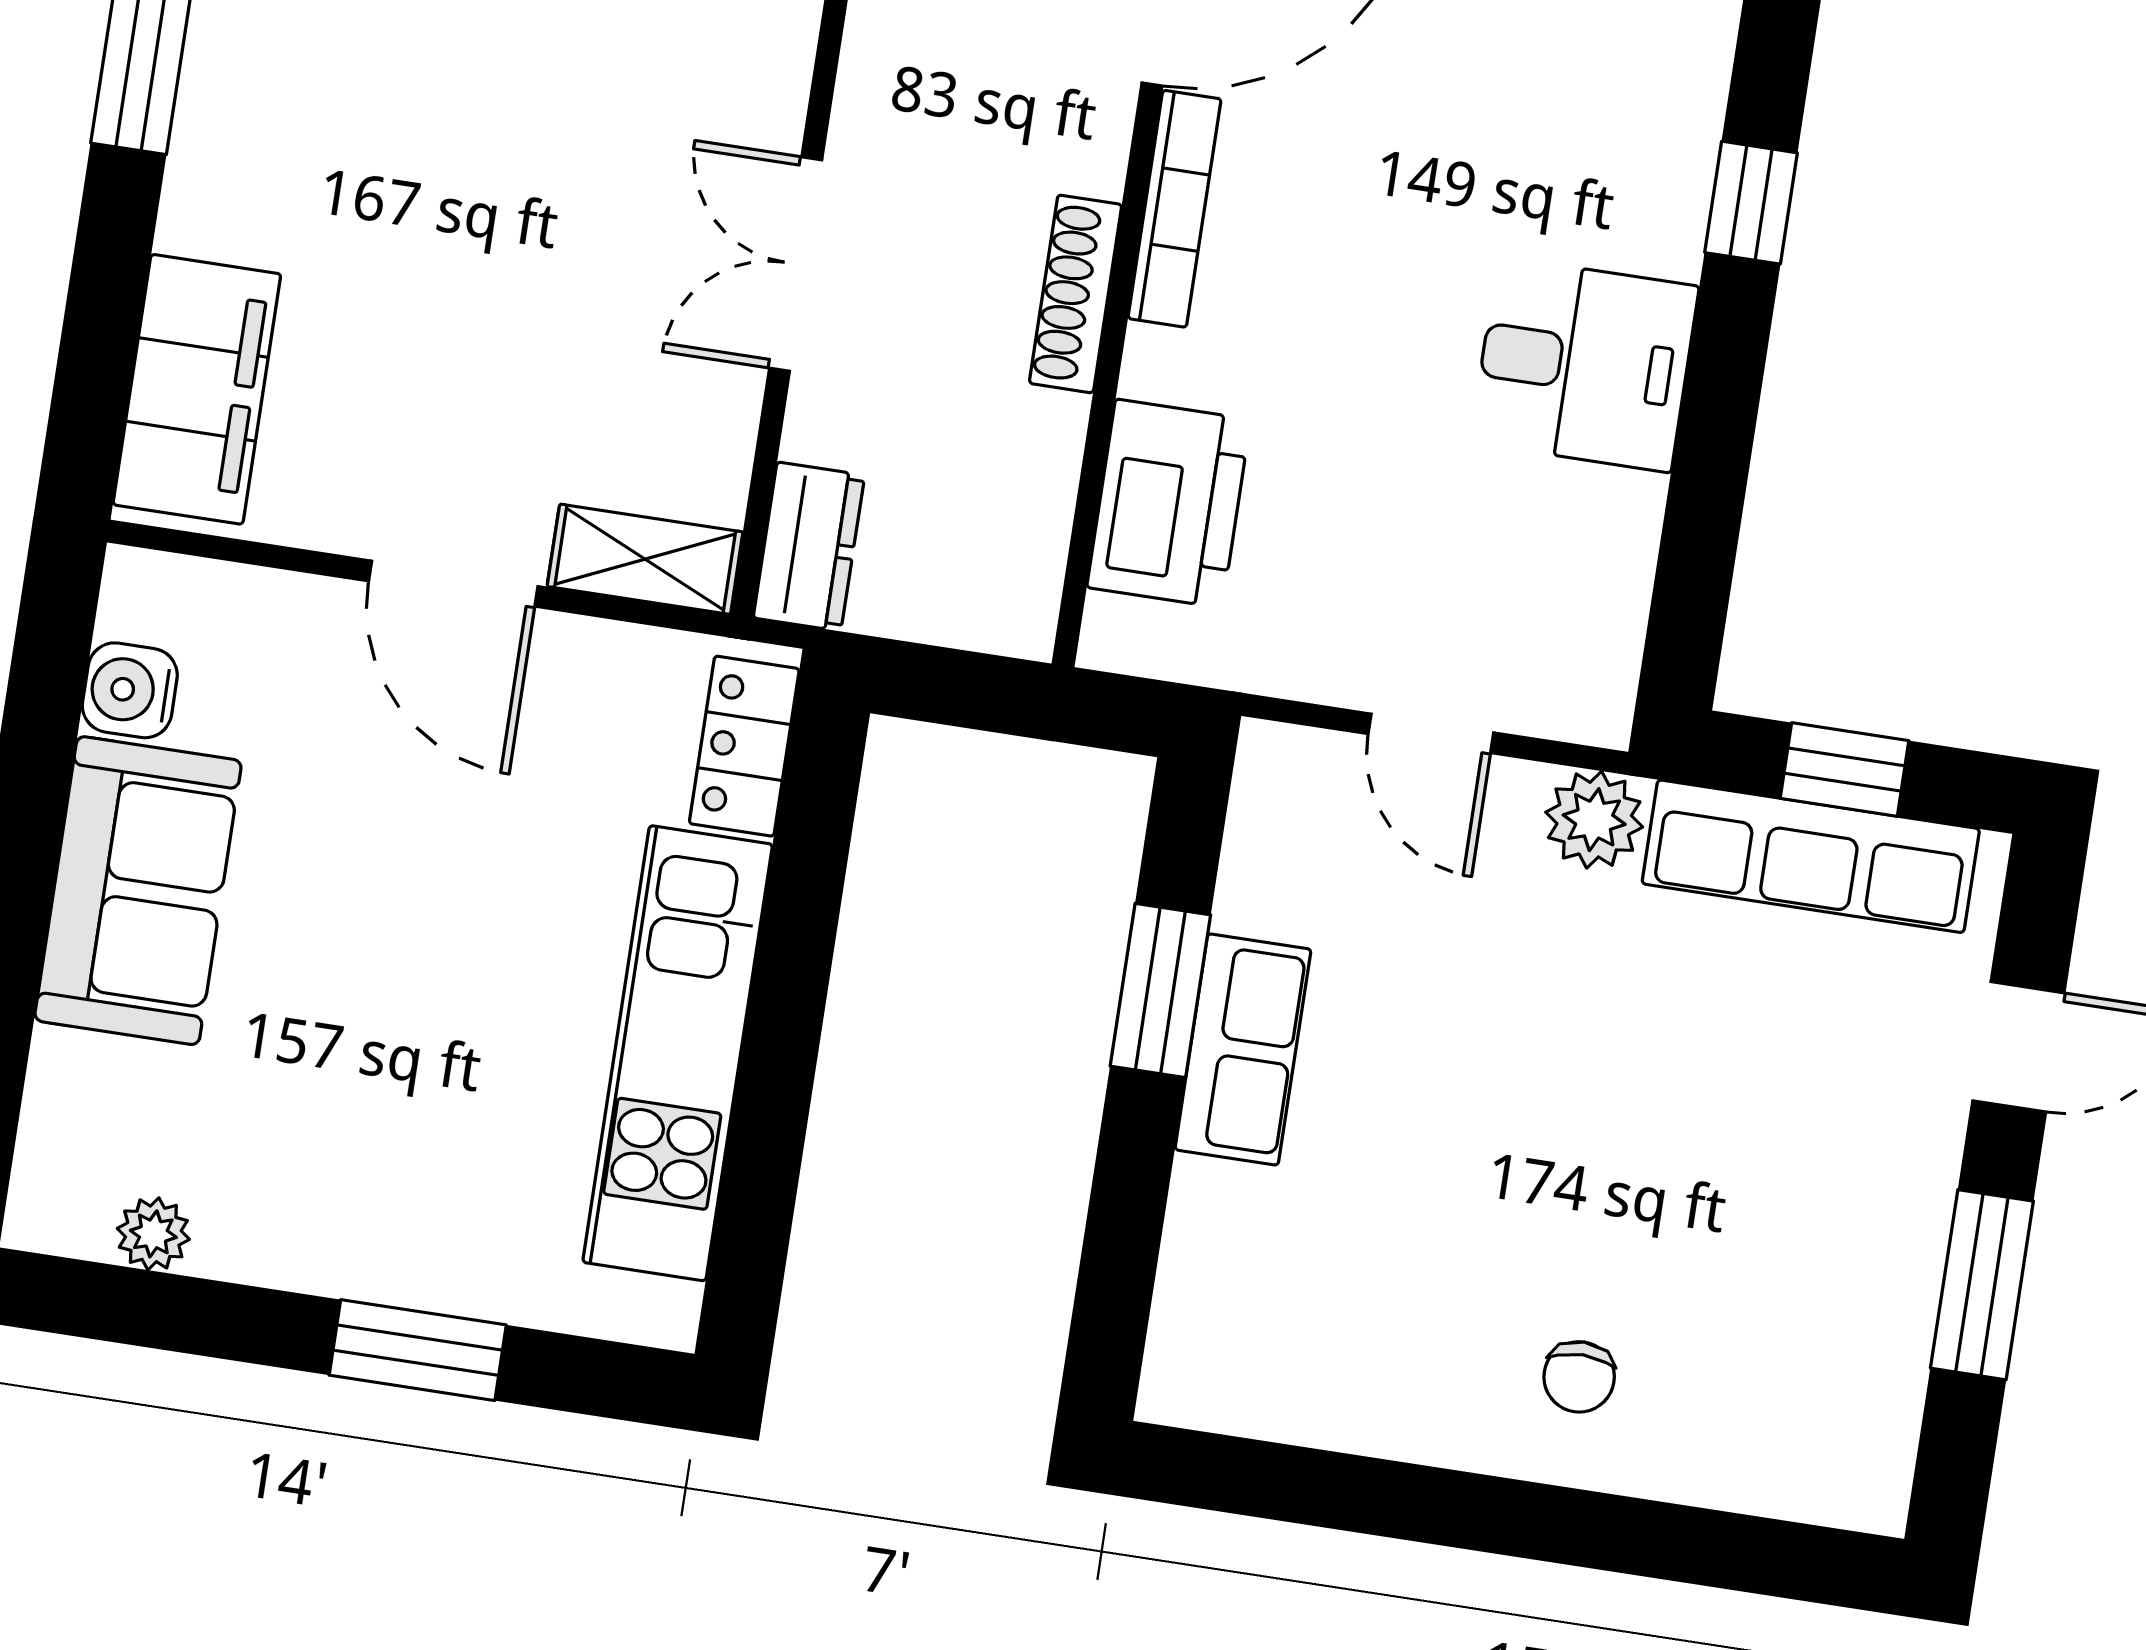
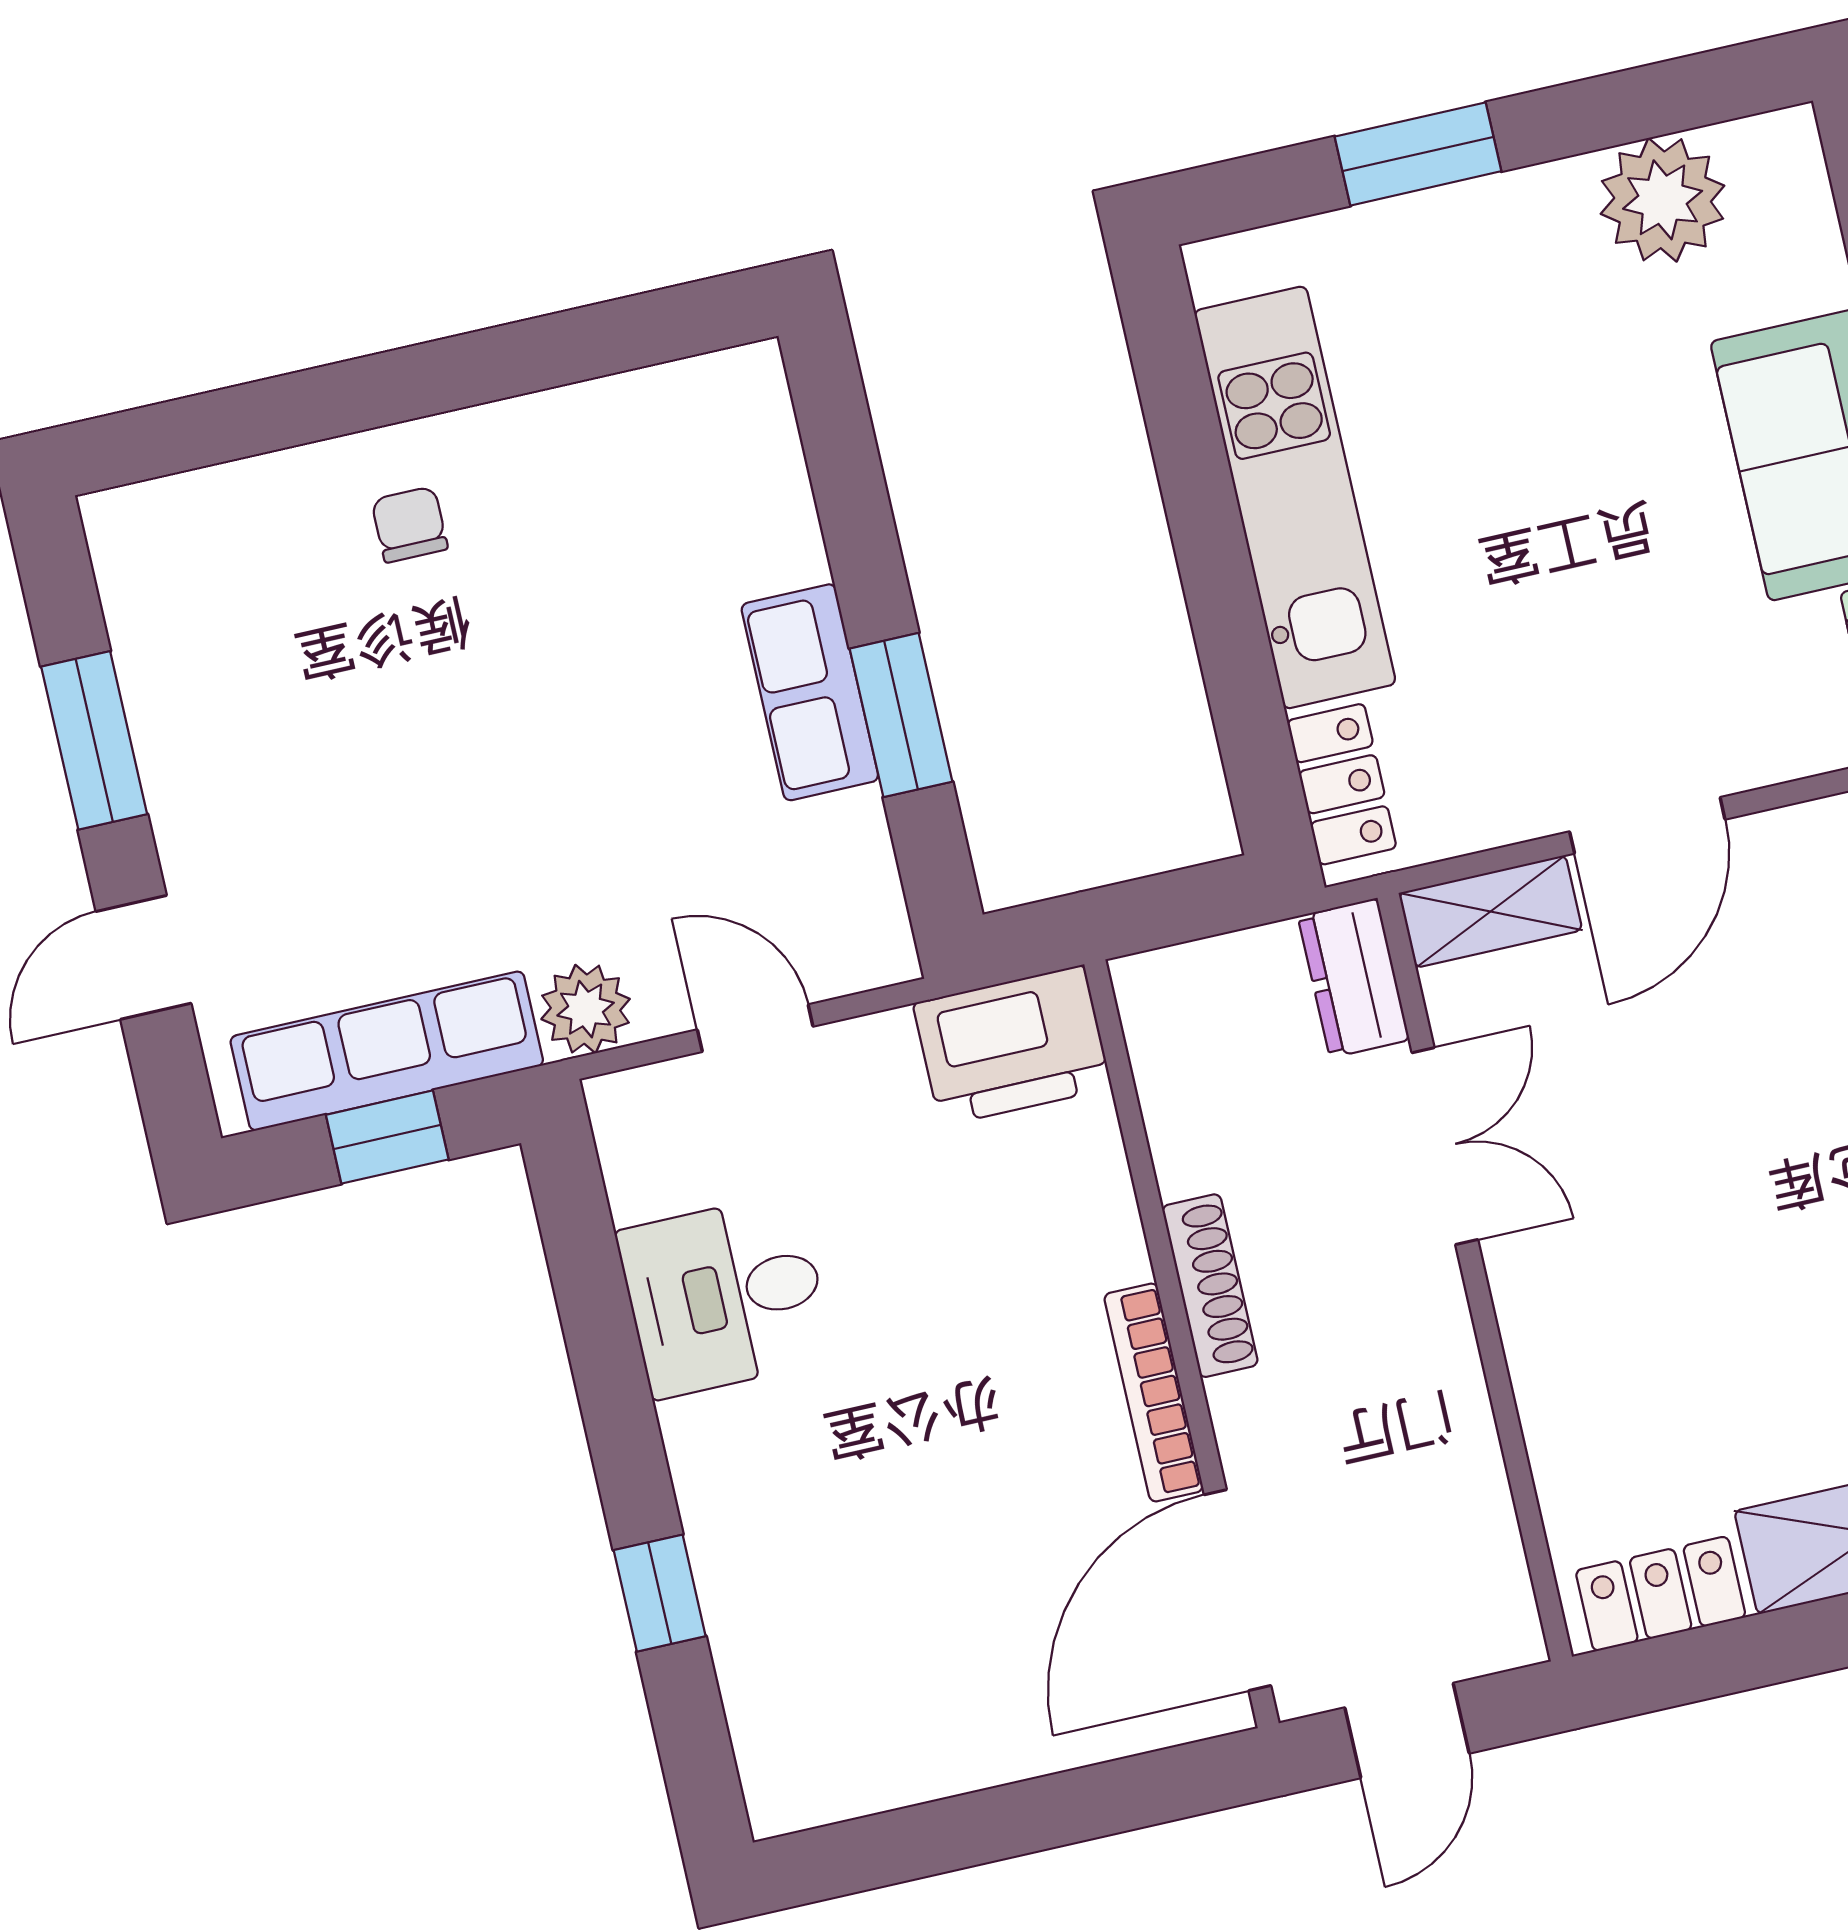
double door: (796, 264) -> (1445, 1146), moved
desk: (1584, 364) -> (725, 1296), moved
printer: (1169, 503) -> (1012, 1046), moved, turned -90
door: (453, 584) -> (1647, 825), swing flipped
plant: (153, 1234) -> (1663, 200), width x1.88, depth x1.88

